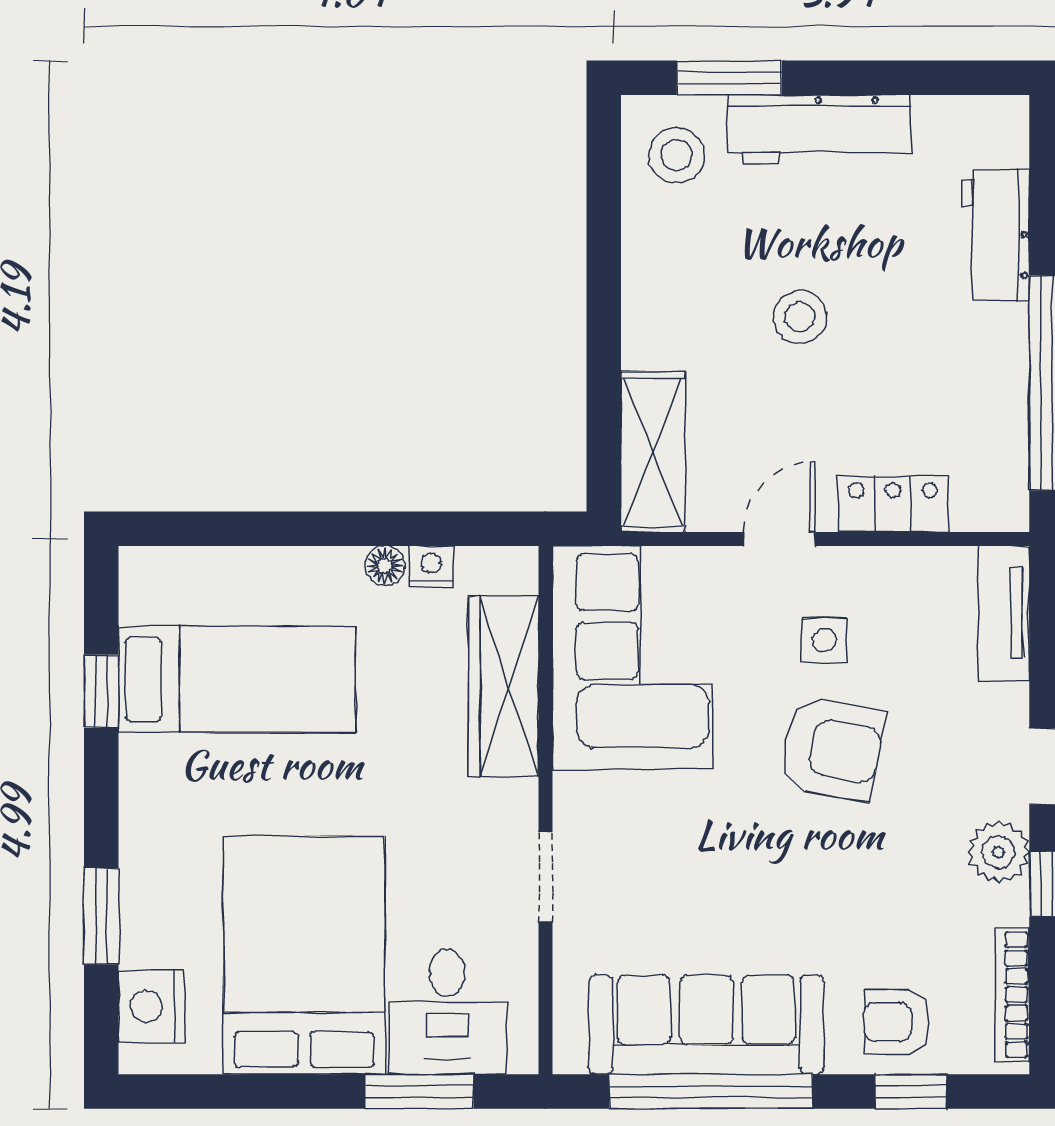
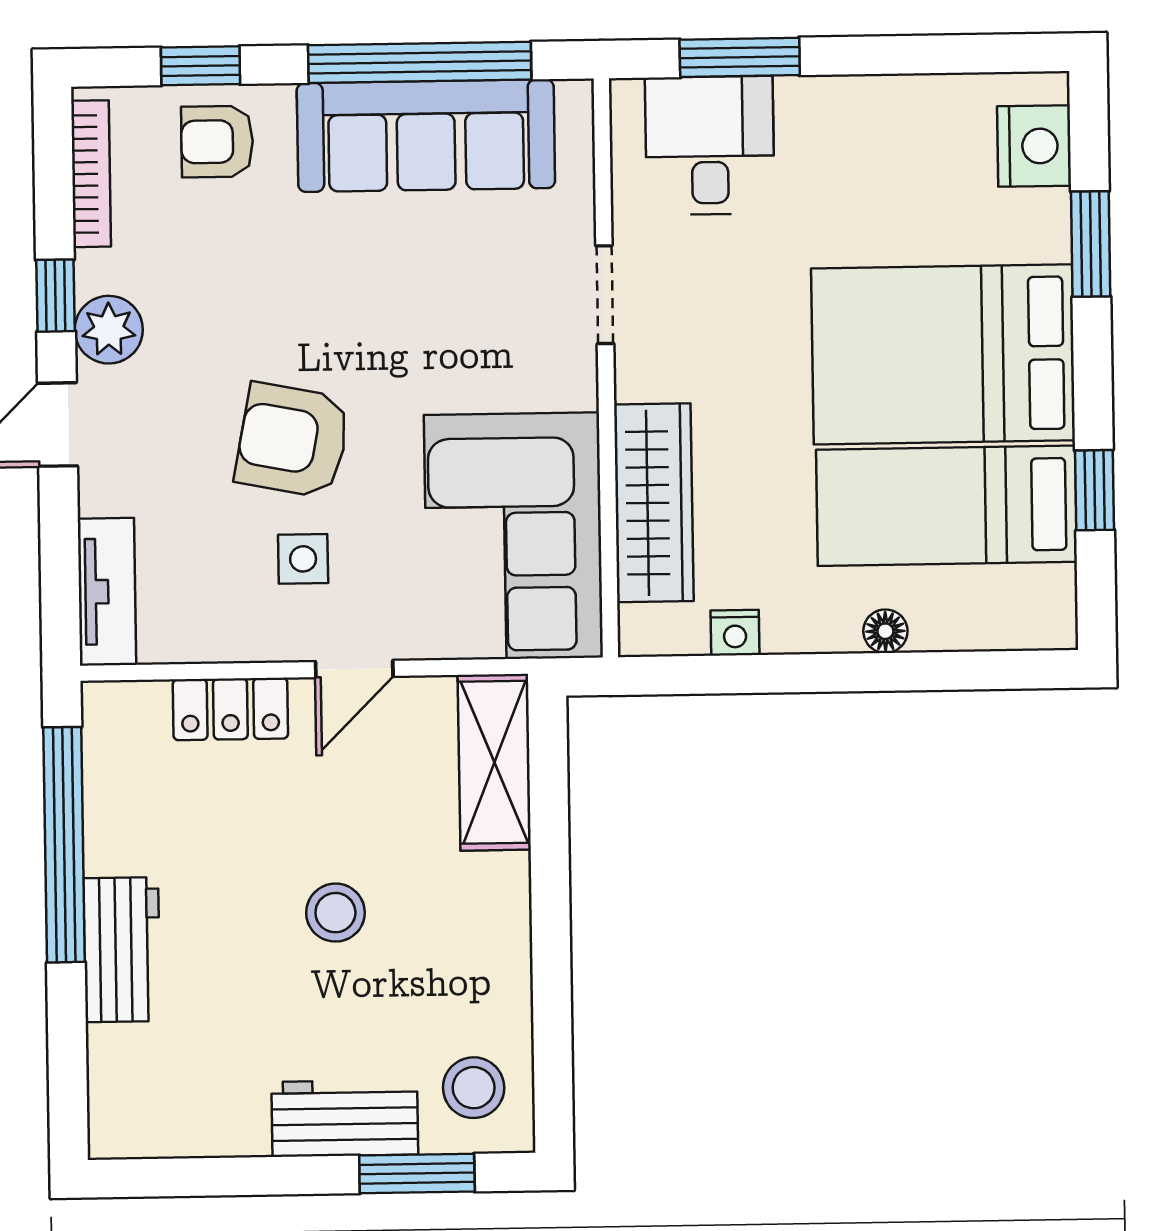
workbench: (819, 129) -> (345, 1118), width x0.73
workbench: (995, 235) -> (122, 950), moved
floor lamp: (385, 566) -> (885, 631), moved
bed: (304, 955) -> (943, 354), moved, turned 90
armchair: (897, 1022) -> (217, 142), turned 180

